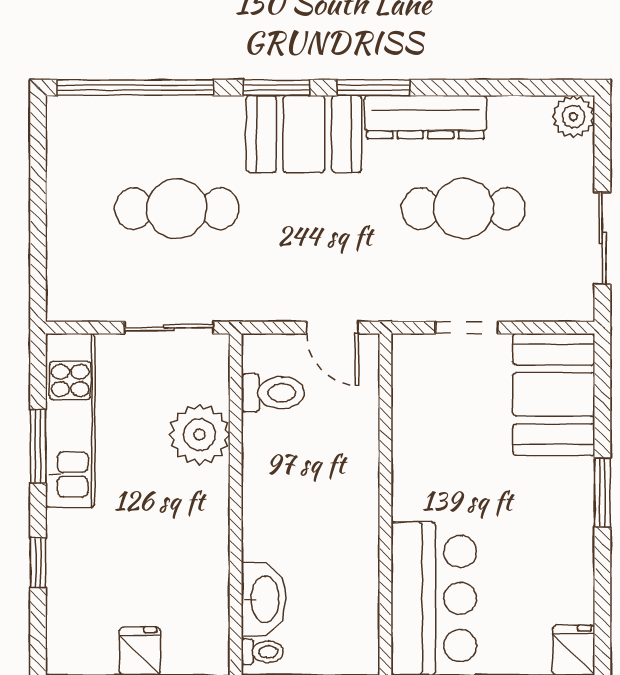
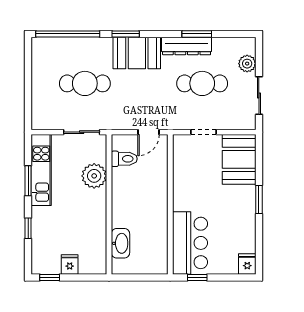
window: (373, 88) -> (197, 34), moved
plant: (573, 117) -> (247, 64), moved
door: (332, 328) -> (148, 132), hinge flipped
toilet: (262, 652) -> (120, 265), removed

